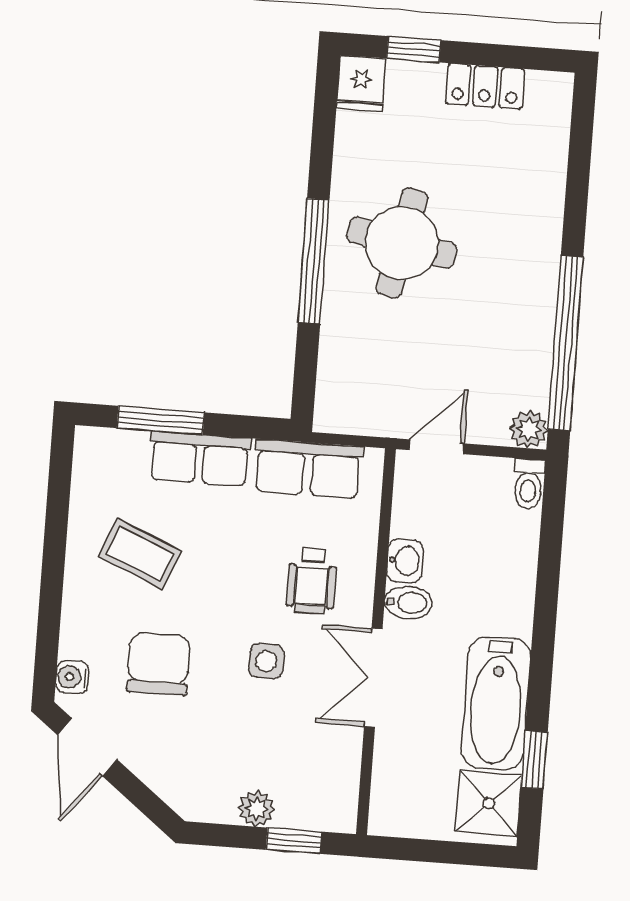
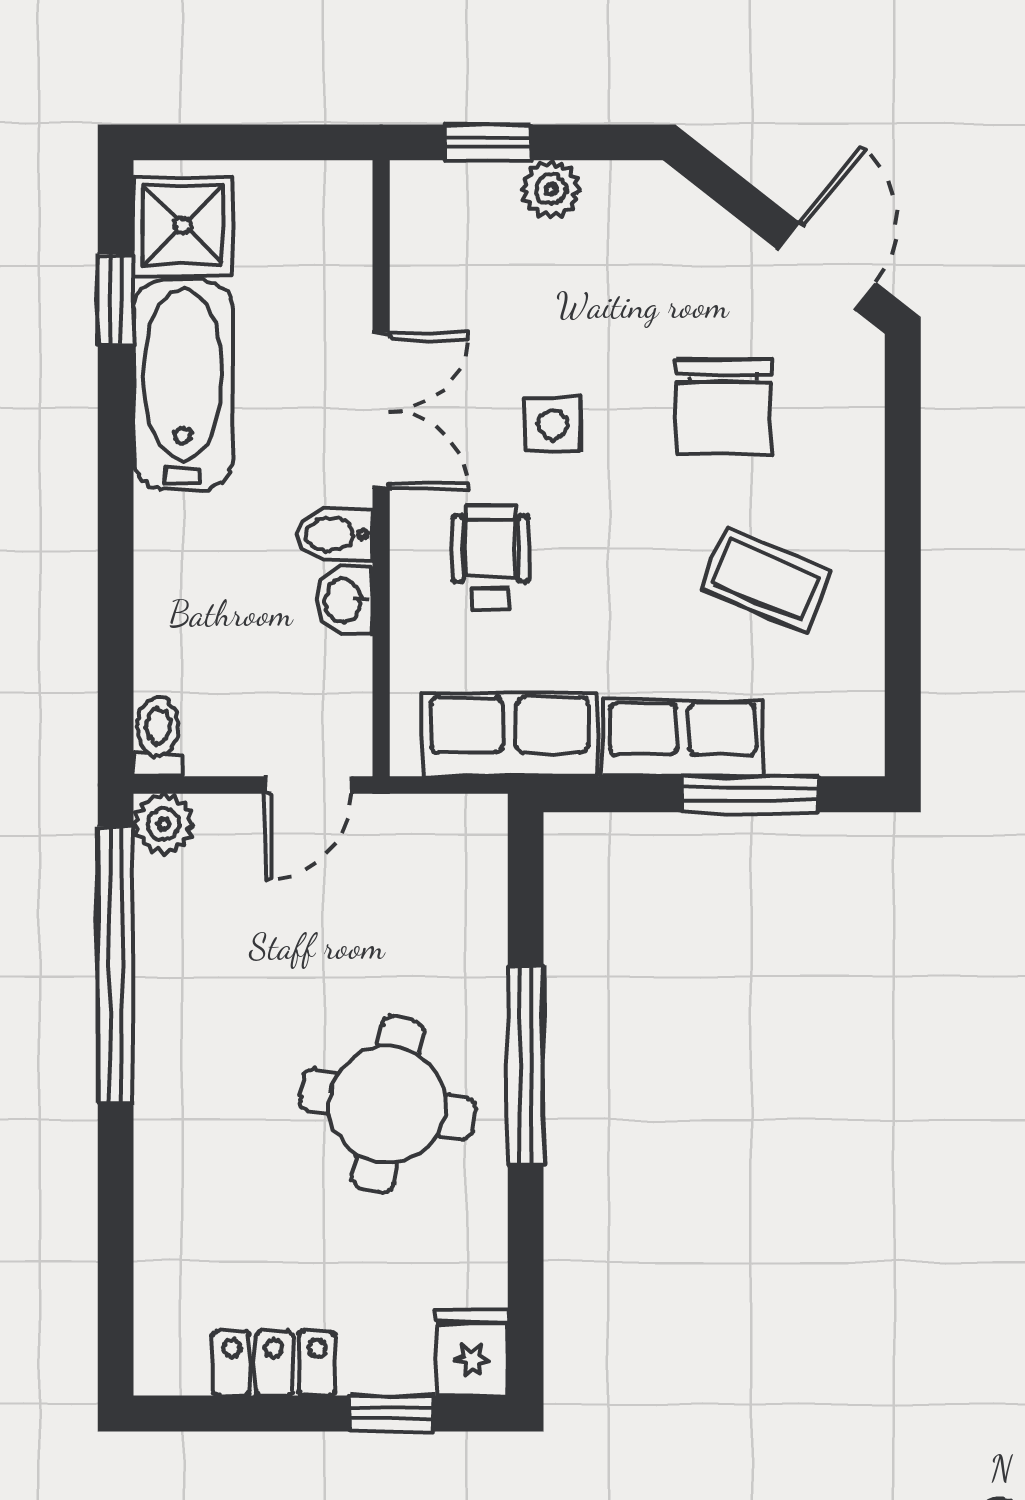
water cooler: (72, 677) -> (859, 376), removed

